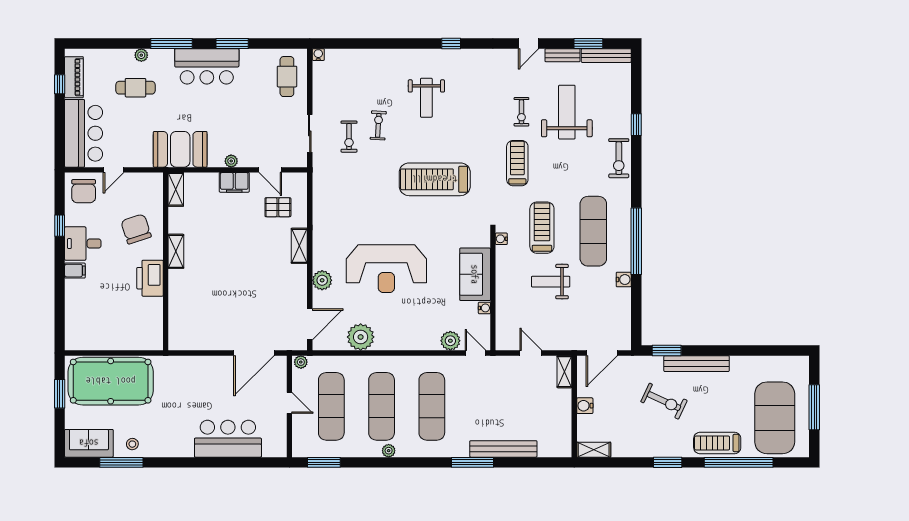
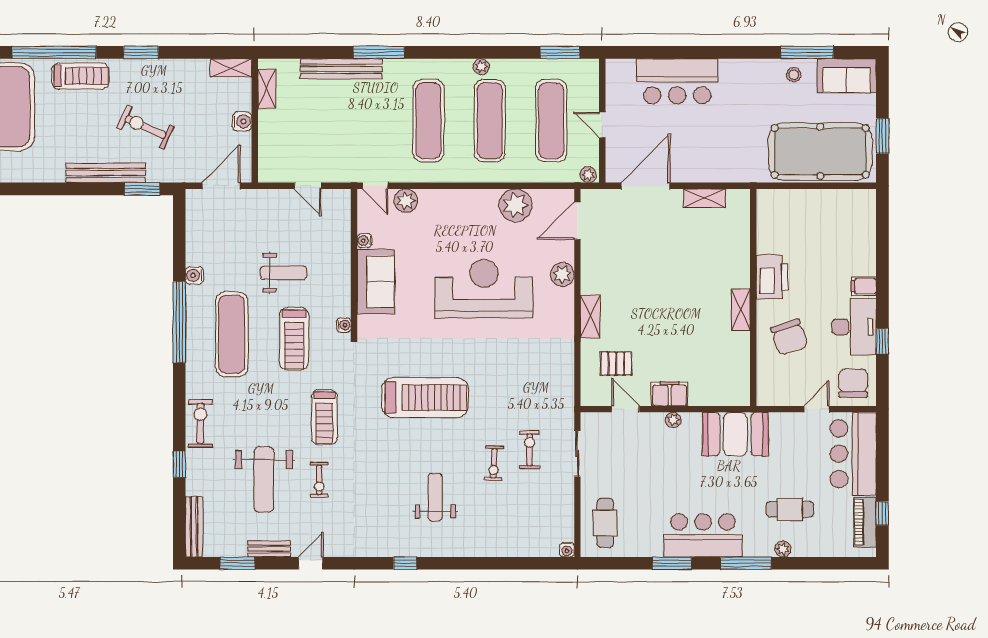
bench: (606, 56) -> (194, 527), moved, turned 90
exercise bike: (521, 112) -> (319, 480), turned 180
shelving: (176, 189) -> (705, 198), moved, turned 90
desk: (83, 244) -> (854, 327), width x1.37
shelving: (564, 372) -> (267, 89), moved

